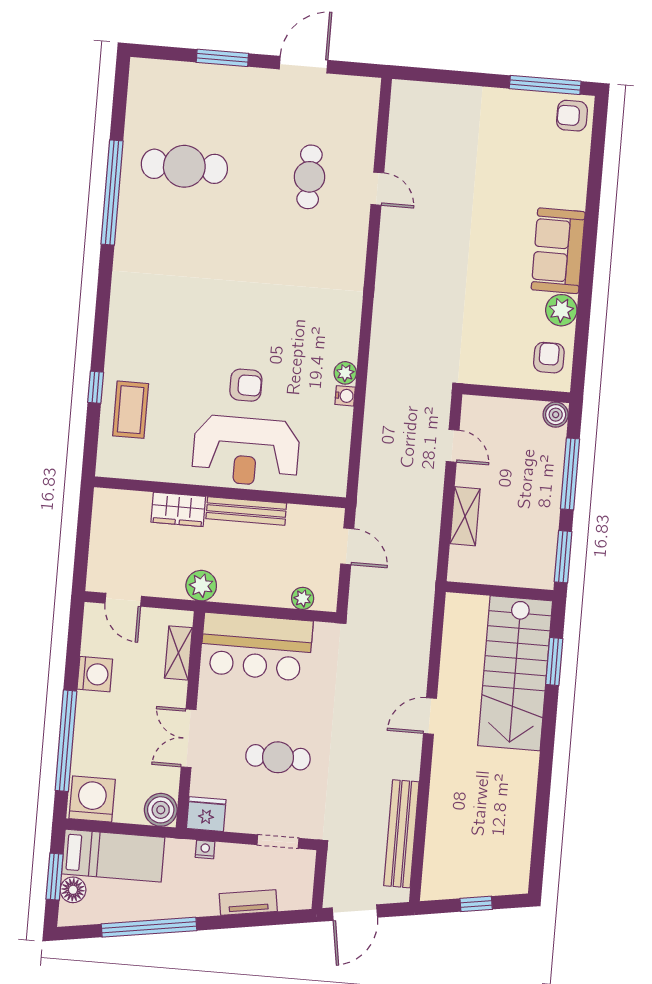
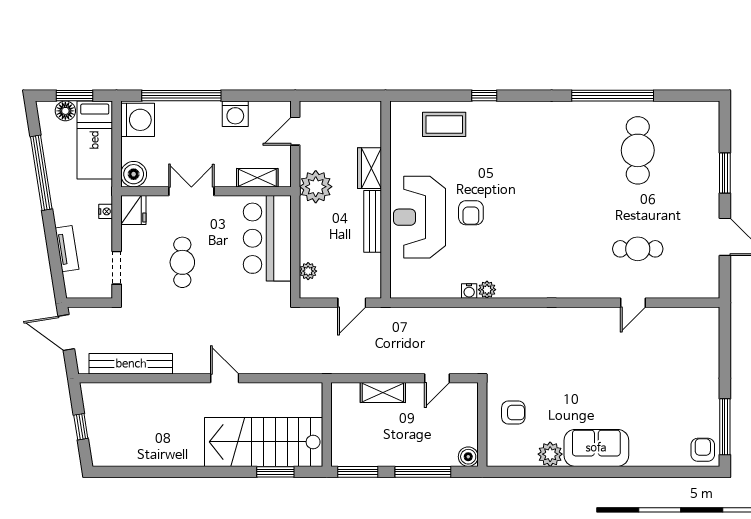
armchair: (549, 358) -> (513, 413), moved
window: (96, 387) -> (484, 96), moved
plant: (201, 586) -> (316, 187), width x1.36, depth x1.36

